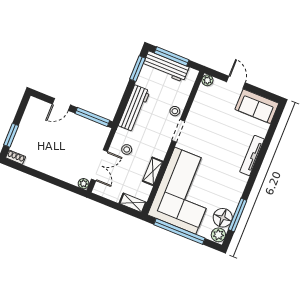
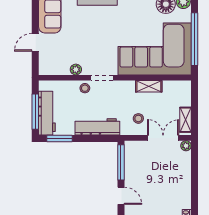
plant: (207, 80) -> (76, 69), moved
shelving: (133, 203) -> (186, 120), moved

